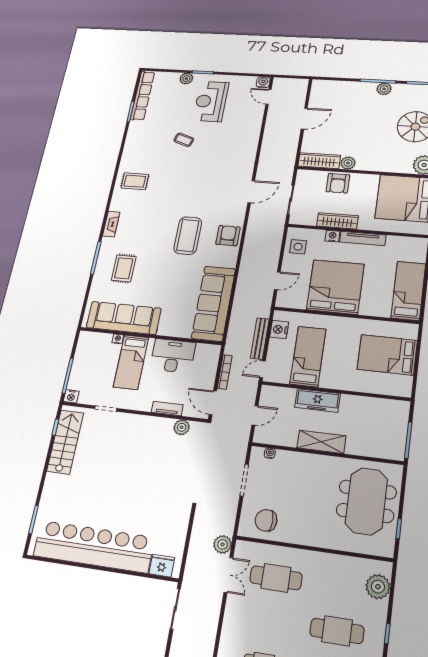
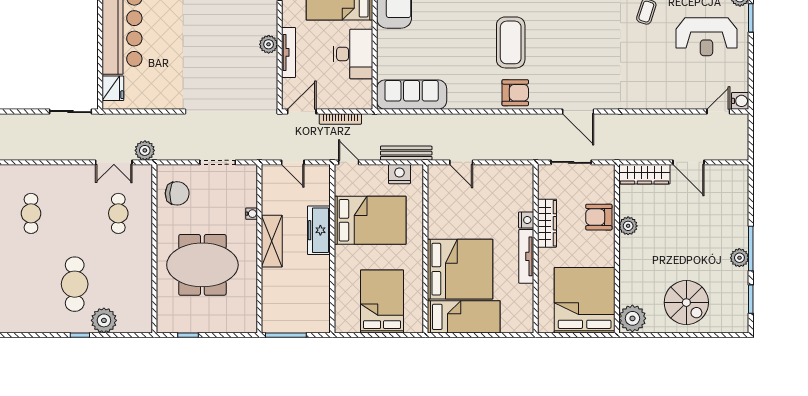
reception desk: (211, 101) -> (706, 37), turned 180
wardrobe: (319, 161) -> (644, 174), moved, turned 90
coffee table: (188, 236) -> (511, 42), turned 90
side table: (298, 247) -> (508, 181), removed
bed: (335, 287) -> (460, 269), moved
sofa: (213, 303) -> (412, 95), width x0.74, depth x0.79
bench: (260, 339) -> (406, 153), moved
bed: (308, 356) -> (370, 220), width x1.50
tv unit: (167, 409) -> (289, 52), width x1.41
plant: (182, 427) -> (269, 44), moved
water cooler: (270, 453) -> (252, 214), moved
meeting table: (366, 501) -> (202, 265), moved
chair: (266, 520) -> (177, 193), turned 93
cafe table: (276, 578) -> (118, 213), width x0.73, depth x0.74
plant: (378, 587) -> (104, 320), moved

